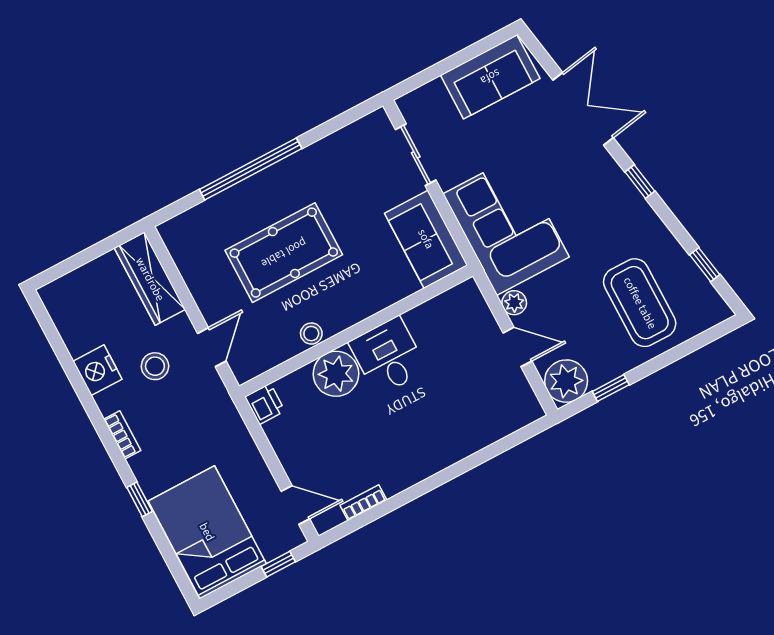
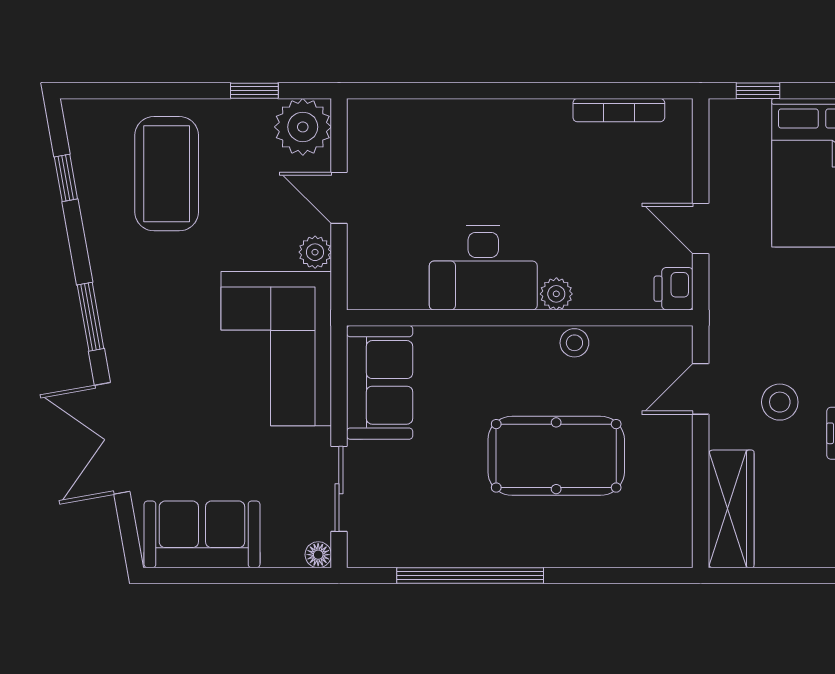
floor lamp: (406, 104) -> (318, 555), added
window: (251, 169) -> (470, 575), moved
window: (640, 182) -> (91, 317), width x1.50
desk: (388, 356) -> (483, 268), width x1.37
plant: (336, 374) -> (556, 294), width x0.53, depth x0.53
bookcase: (363, 503) -> (619, 110), width x1.56
door: (295, 505) -> (701, 228), moved

